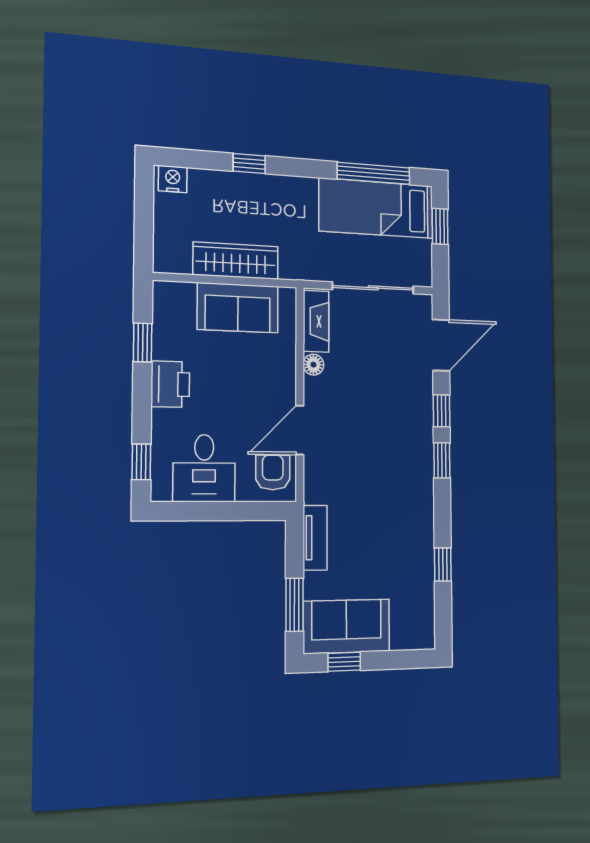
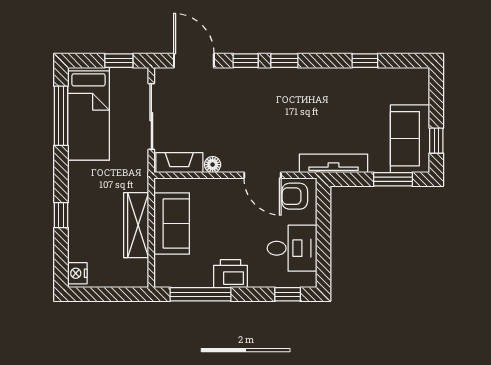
window: (440, 226) -> (119, 61), moved
window: (143, 343) -> (200, 294), width x2.17
tv unit: (315, 538) -> (333, 163), width x1.41

